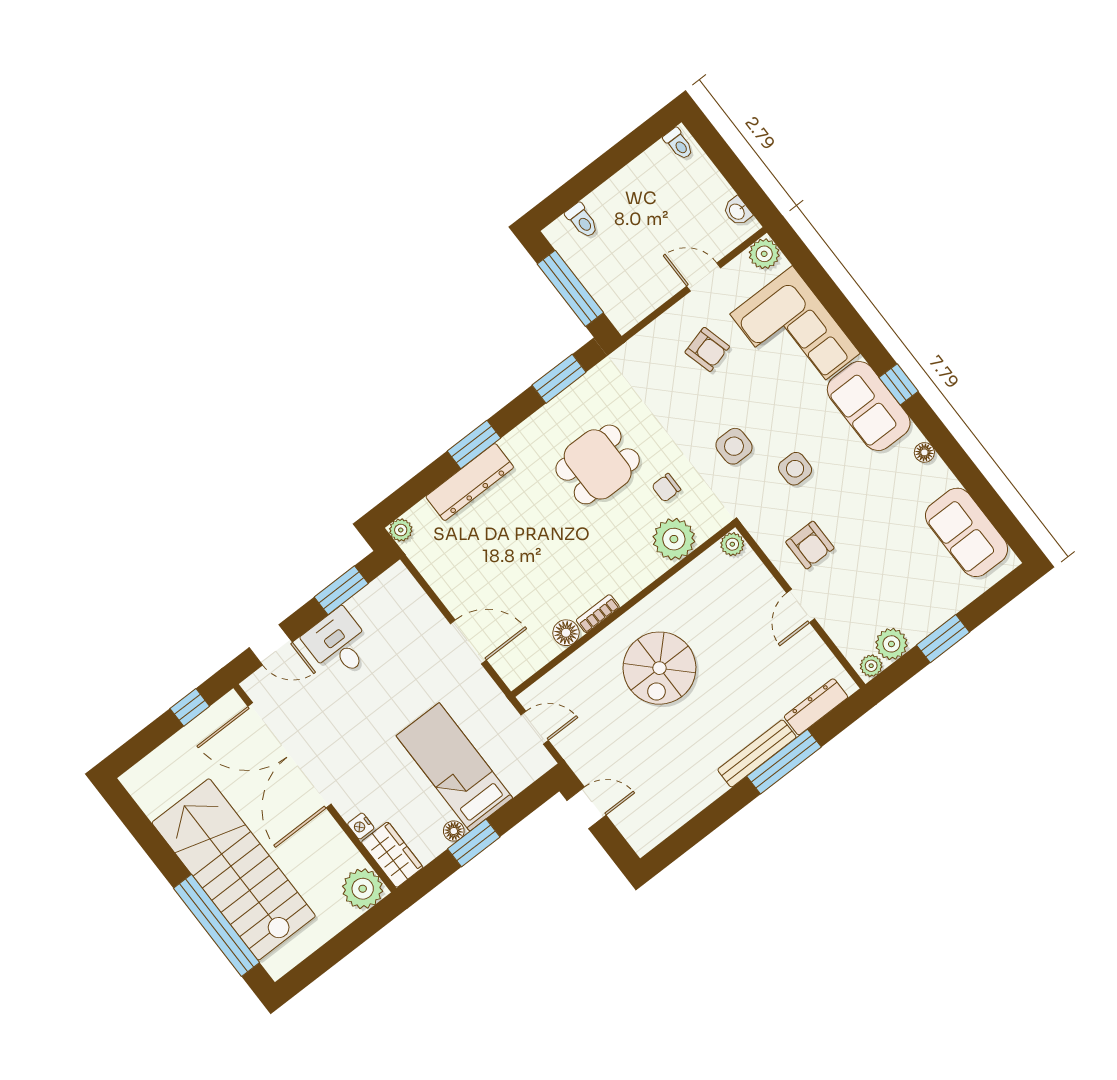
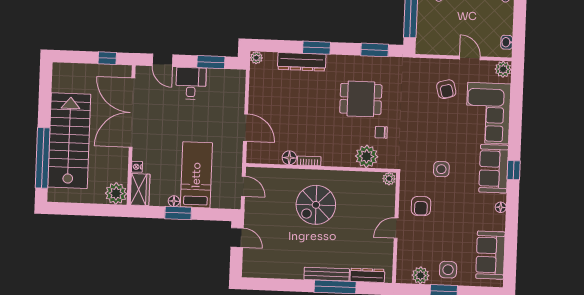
side table: (734, 446) -> (448, 270), moved
plant: (871, 666) -> (405, 277), removed

